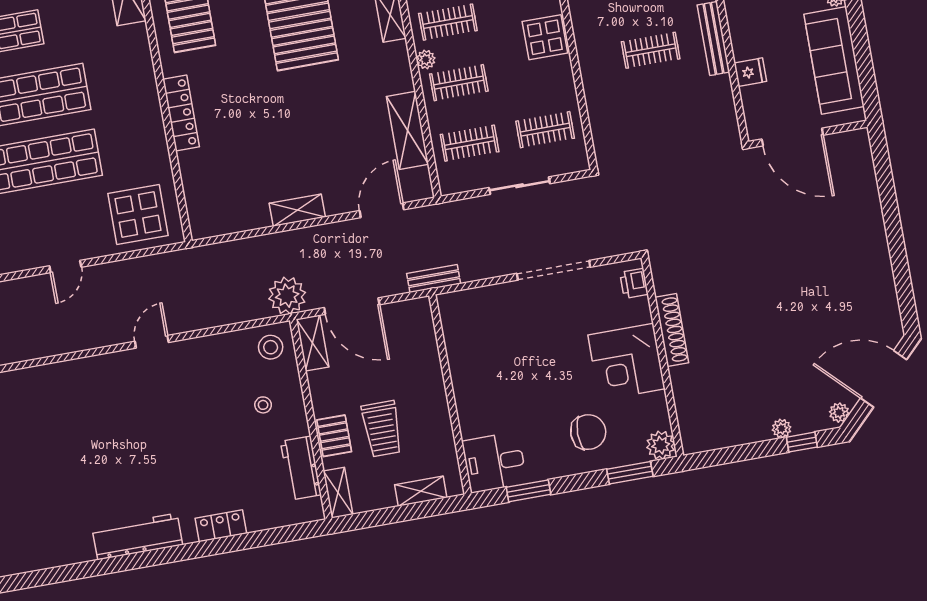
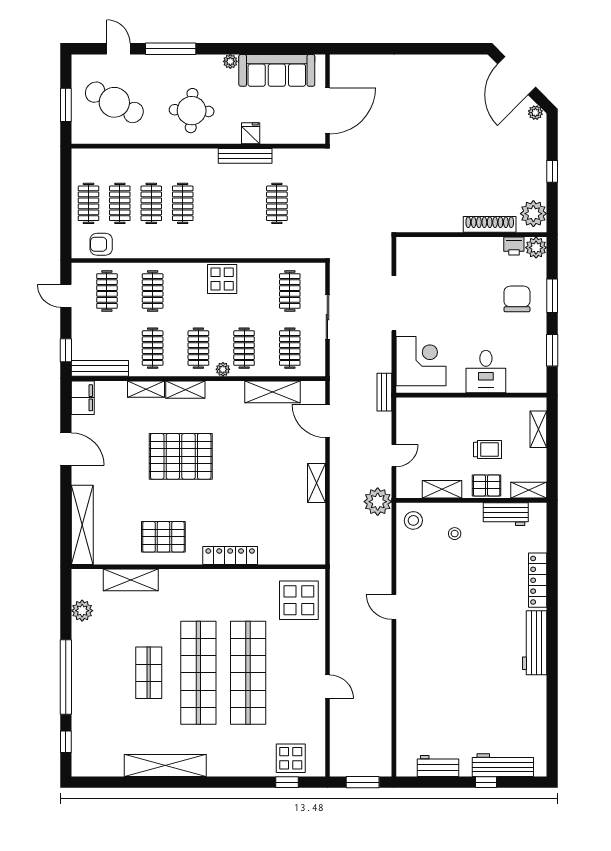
clothes rail: (651, 50) -> (277, 203), moved
fridge: (750, 72) -> (251, 133), moved
door: (65, 267) -> (327, 687), moved
printer: (634, 283) -> (514, 246), moved
door: (352, 306) -> (394, 456), width x0.53
shoe rack: (672, 330) -> (490, 224), moved
shelving: (312, 343) -> (442, 489), moved
corner desk: (626, 362) -> (421, 361), moved, turned -90
trolley: (382, 429) -> (488, 449), width x0.73, depth x0.72
plant: (782, 429) -> (533, 214), moved, width x1.88, depth x1.88
window: (802, 442) -> (552, 171), moved
desk: (494, 462) -> (486, 372), moved
window: (630, 473) -> (552, 296), moved
locker: (221, 526) -> (538, 580), width x1.53

